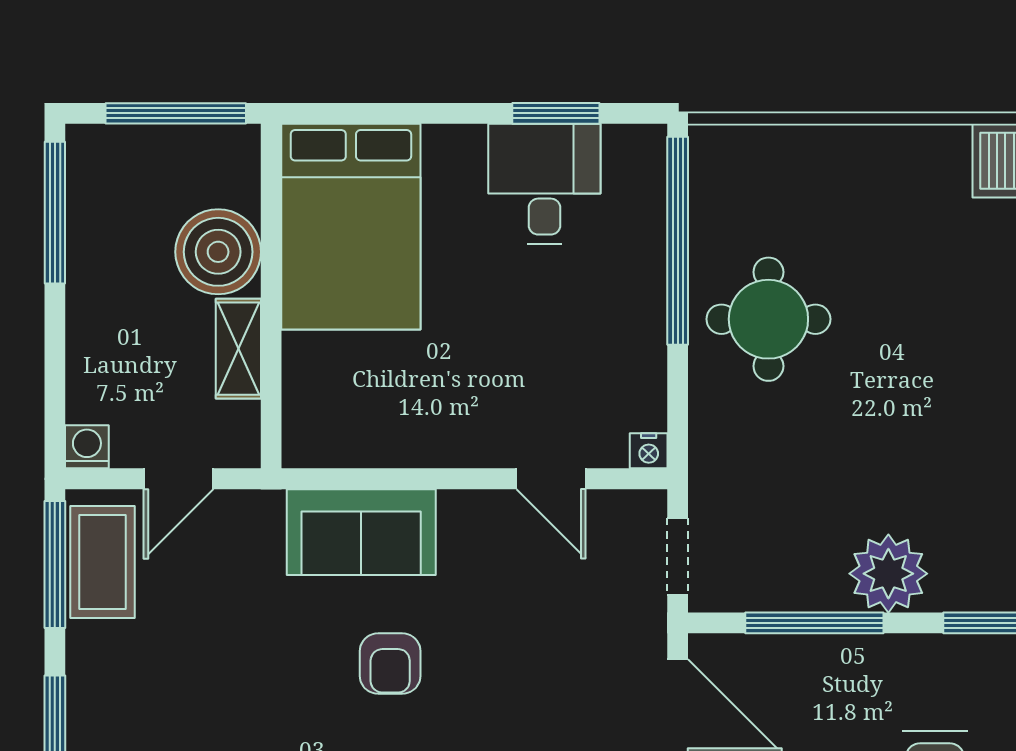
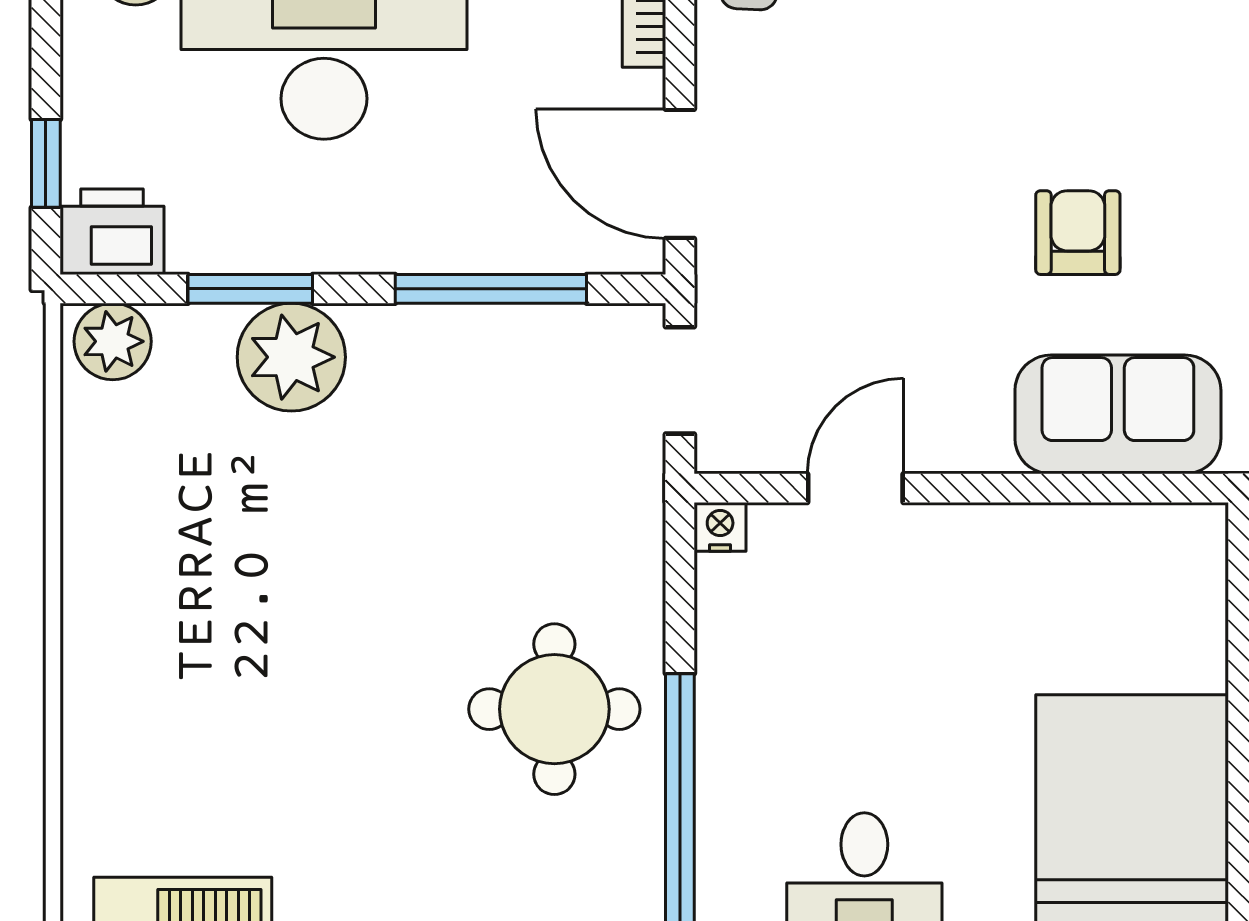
door: (551, 479) -> (855, 488), hinge flipped
plant: (888, 574) -> (291, 357), moved

